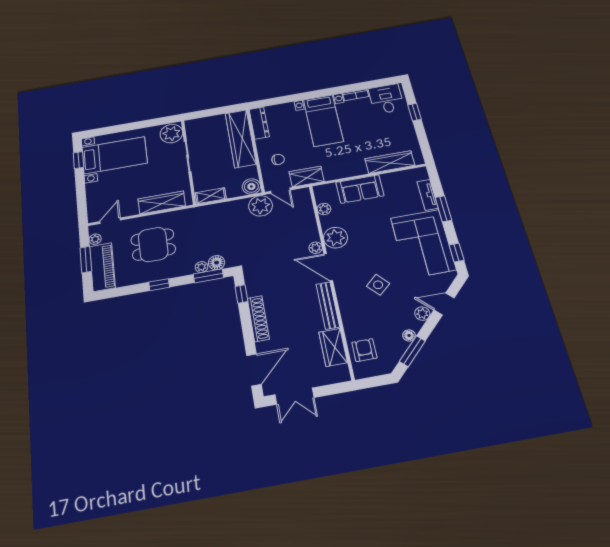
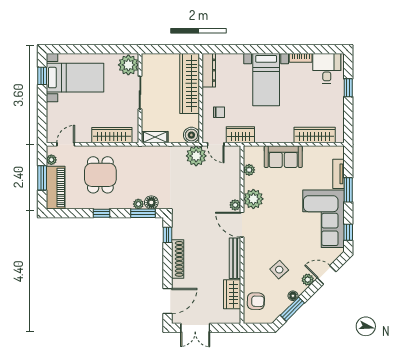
dining table: (153, 245) -> (100, 175), turned 90
side table: (378, 285) -> (279, 270), moved
armchair: (364, 350) -> (256, 301), turned 92

